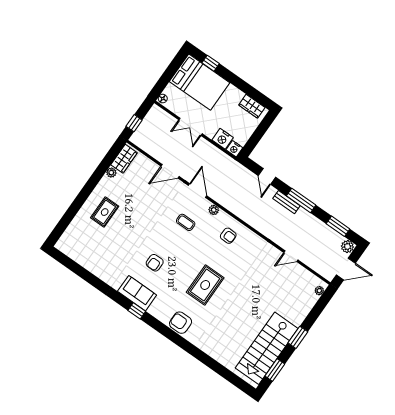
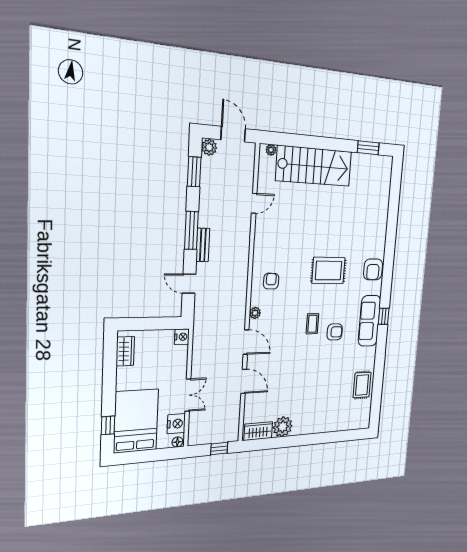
nightstand: (223, 139) -> (176, 424), moved
plant: (111, 173) -> (283, 427), width x1.88, depth x1.88
door: (267, 176) -> (189, 284), swing flipped
door: (198, 191) -> (246, 342), swing flipped
rug: (105, 212) -> (362, 385), moved, turned 90
coffee table: (186, 222) -> (312, 324), moved
door: (291, 256) -> (254, 203), hinge flipped
sofa: (137, 293) -> (369, 321), width x1.36
window: (298, 337) -> (327, 144), removed
stairs: (267, 348) -> (314, 166), moved

